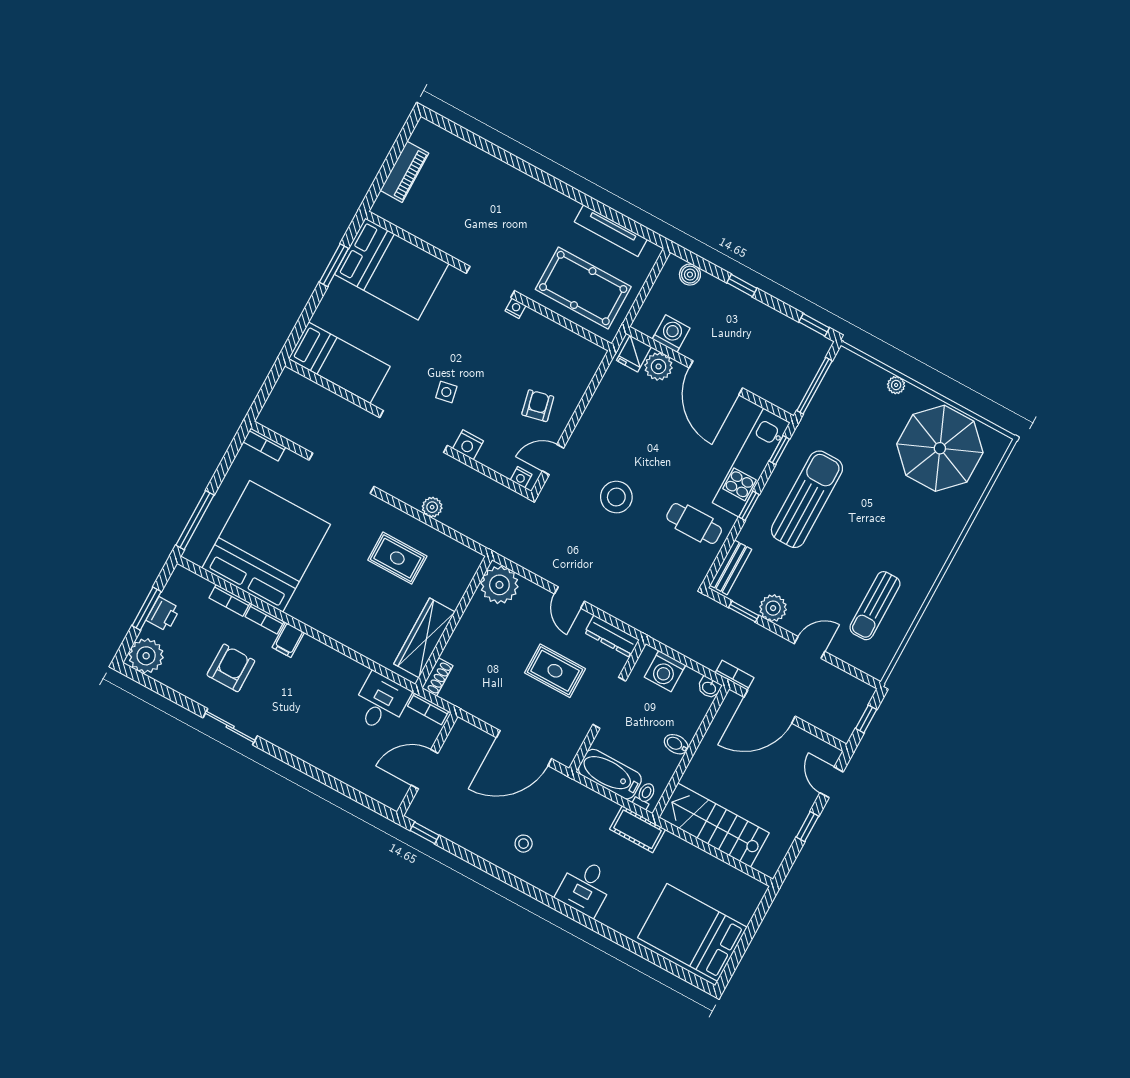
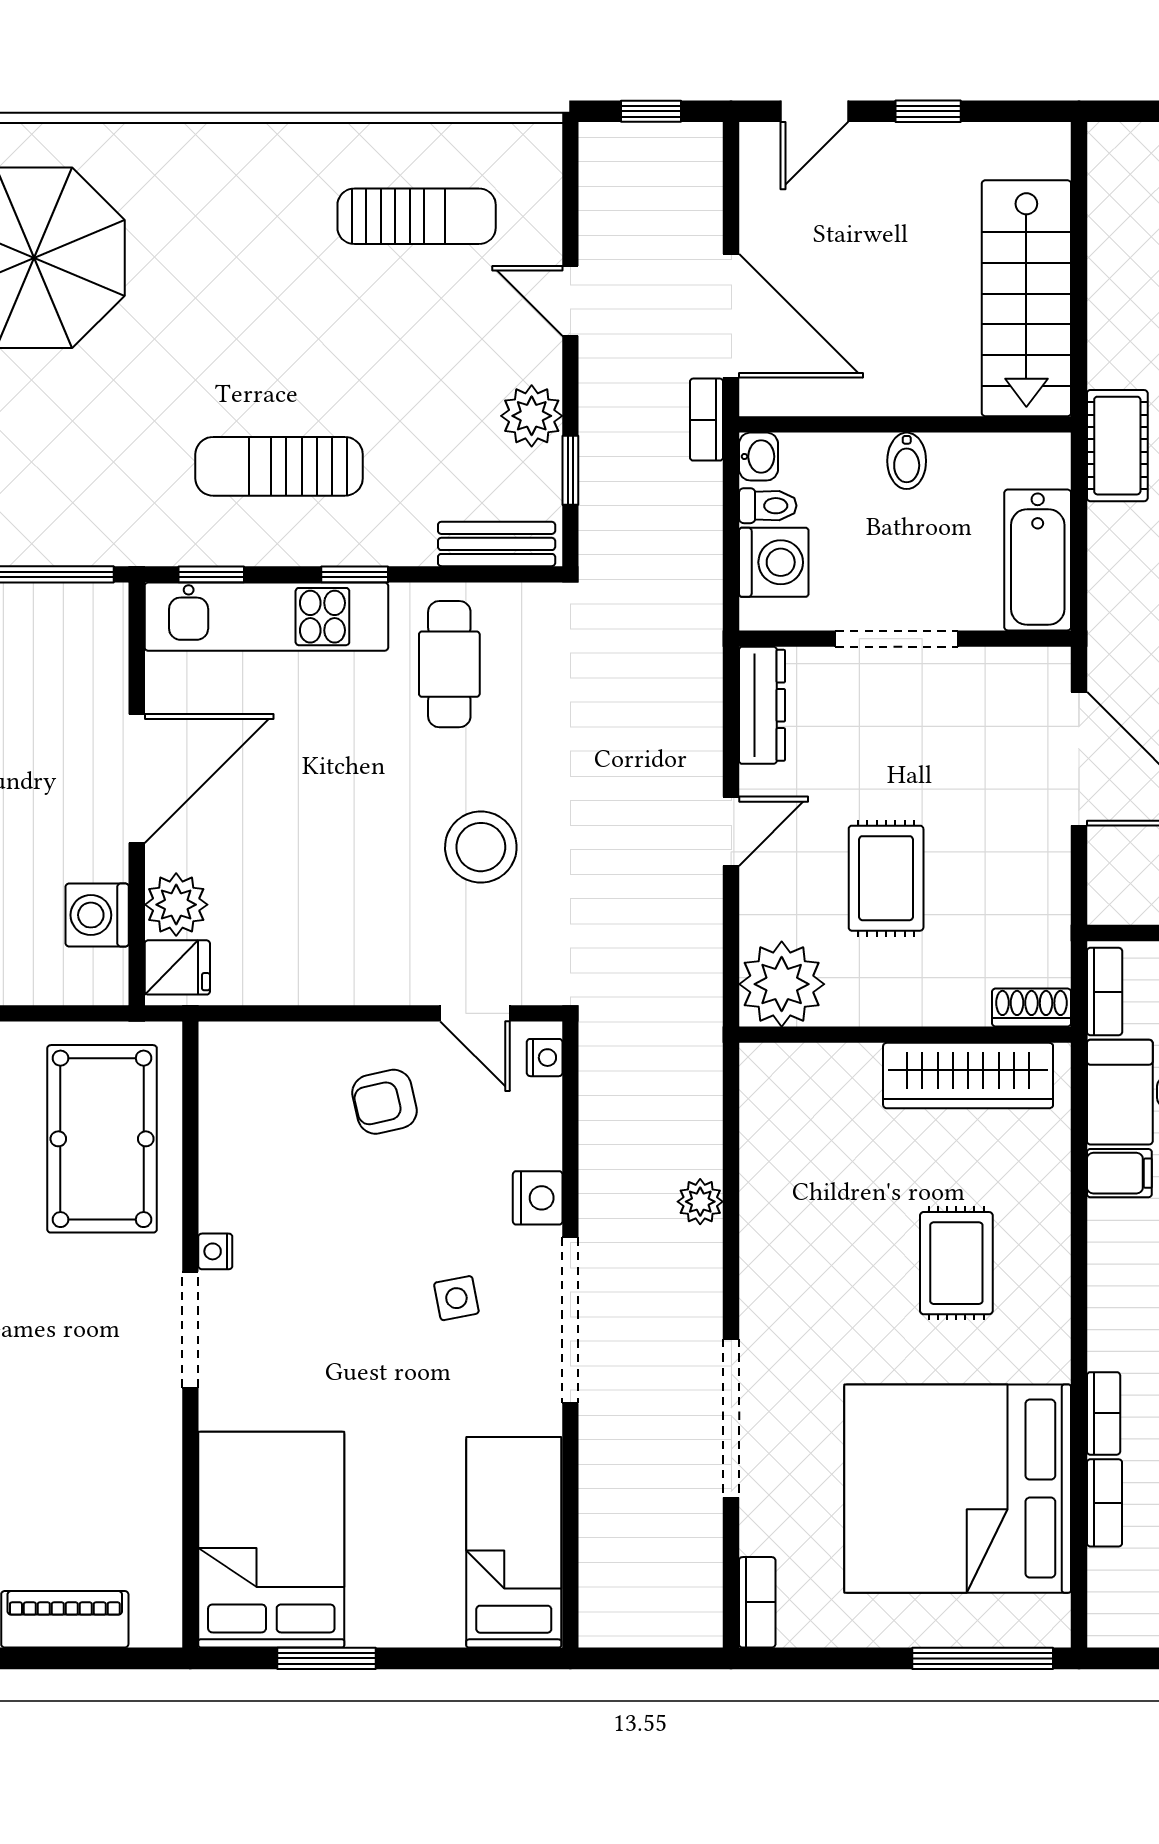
sun lounger: (807, 499) -> (279, 466), width x0.73, depth x0.75
rug: (397, 558) -> (956, 1263), moved
filing cabinet: (288, 640) -> (1119, 1173), moved
rug: (555, 671) -> (886, 878), moved
toilet: (645, 795) -> (768, 506), moved, turned 180

